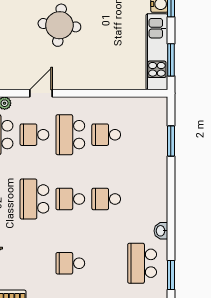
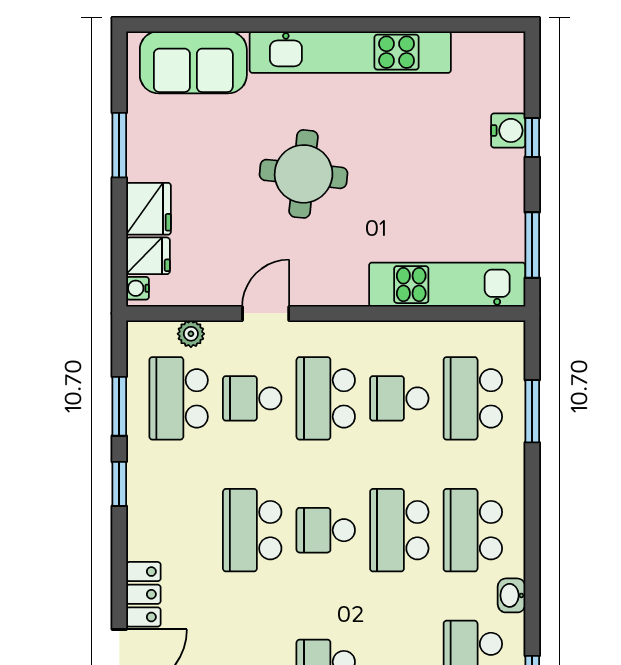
kitchen unit: (157, 52) -> (447, 285), moved, turned 90
school desk: (142, 135) -> (473, 398), added
school desk: (106, 199) -> (399, 530), width x1.85
school desk: (142, 199) -> (473, 530), added

